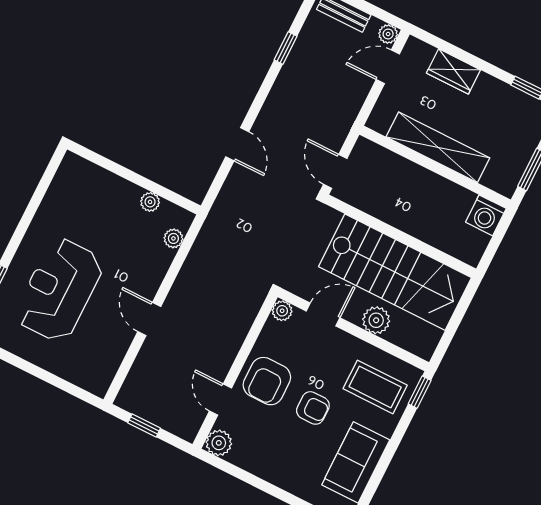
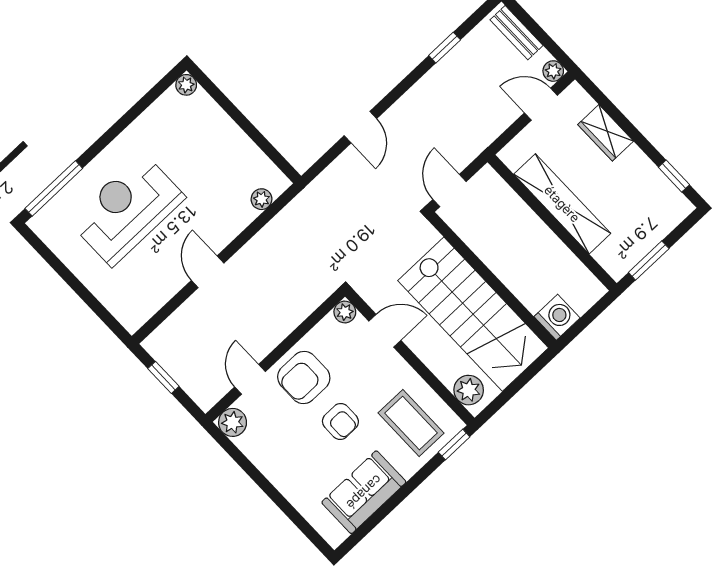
plant: (150, 202) -> (186, 85), moved
washing machine: (486, 215) -> (557, 317), moved, turned 180
plant: (376, 320) -> (469, 390), moved

